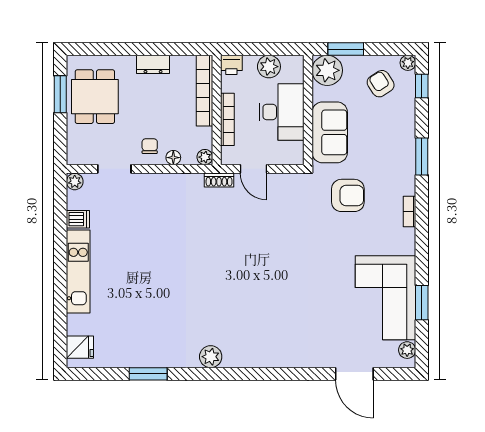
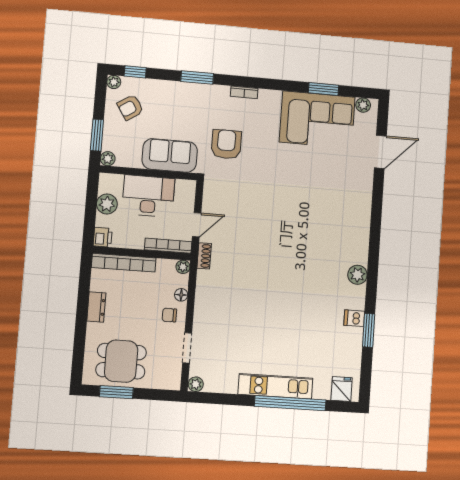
plant: (327, 70) -> (108, 159), width x0.53, depth x0.53
bookcase: (227, 119) -> (168, 246), moved
dishwasher: (78, 219) -> (354, 318), moved, turned -90
window: (60, 290) -> (290, 403), added

